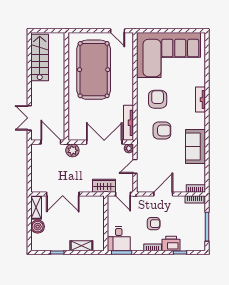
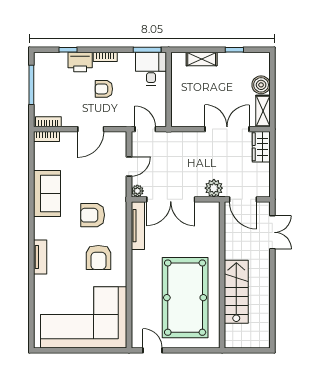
stairs: (40, 58) -> (236, 292), moved, turned 180
wardrobe: (104, 186) -> (261, 147), moved, turned 90

